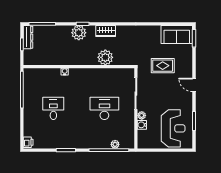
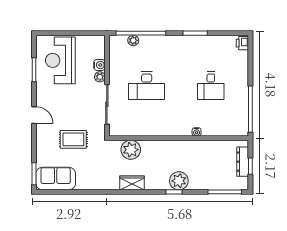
wardrobe: (106, 31) -> (132, 183), moved
dresser: (28, 37) -> (243, 162), moved
plant: (105, 57) -> (131, 150), moved

